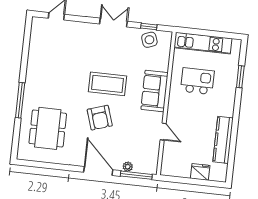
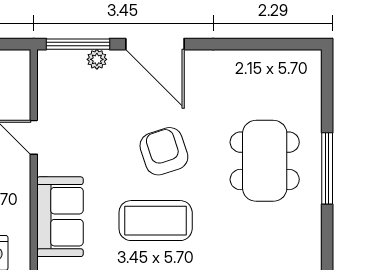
dining table: (48, 128) -> (265, 161), moved

